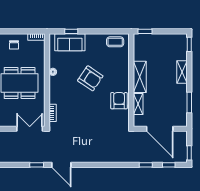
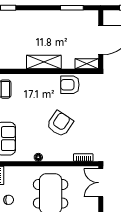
shelving: (182, 72) -> (39, 16), removed
armchair: (90, 78) -> (60, 124), moved
shelving: (138, 104) -> (87, 64), moved

